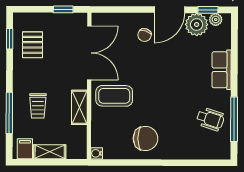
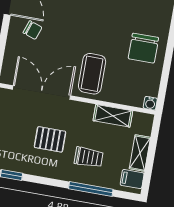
pallet: (32, 45) -> (50, 139), moved
shelving: (79, 107) -> (113, 116), moved
chair: (146, 139) -> (143, 48), turned 180

